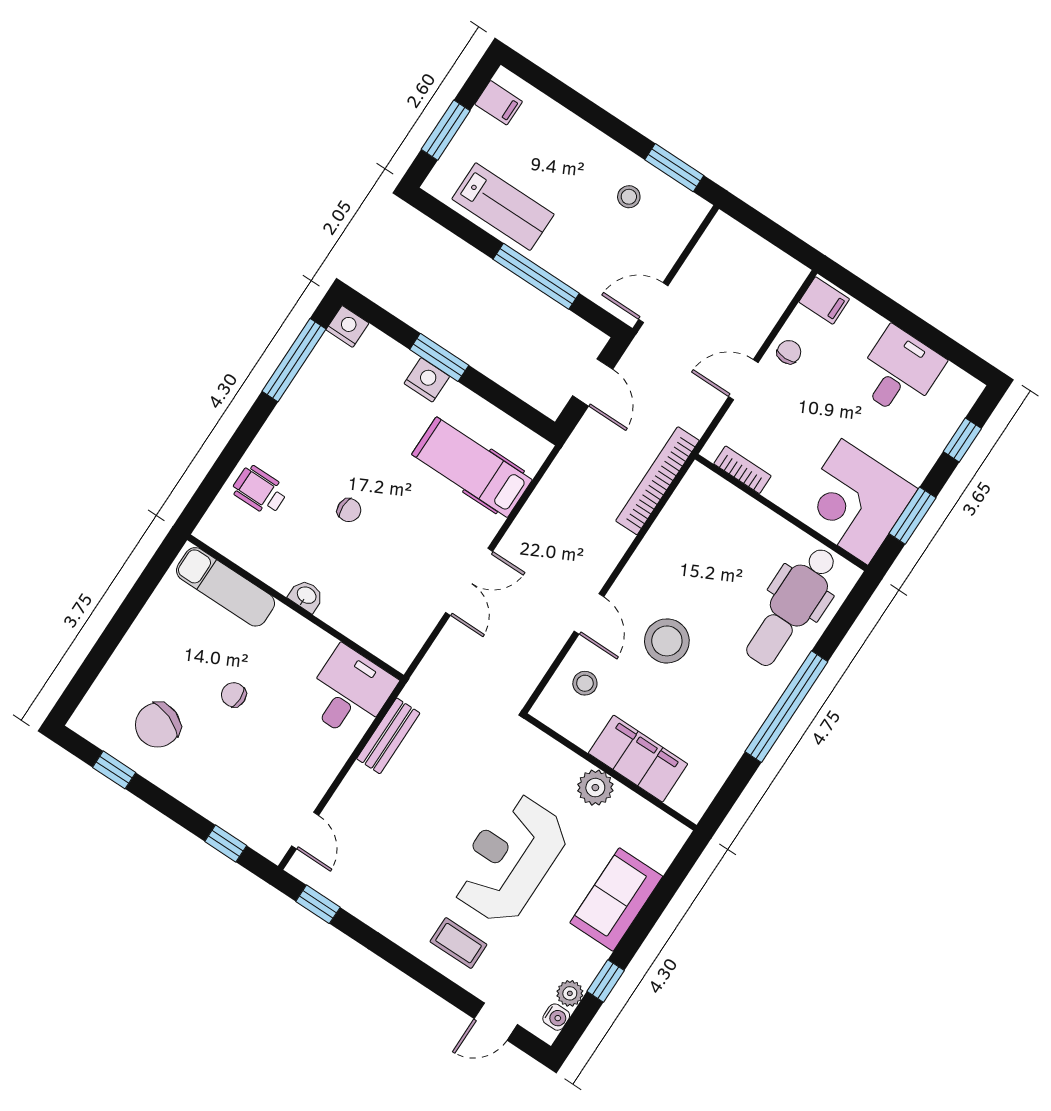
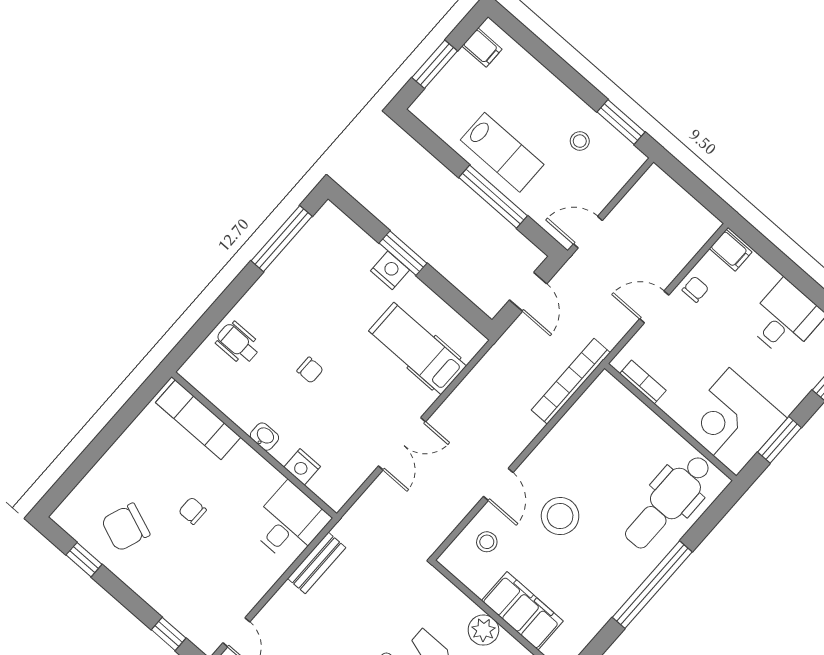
lab bench: (503, 207) -> (502, 152), moved
nightstand: (347, 326) -> (302, 467), moved, turned 180

